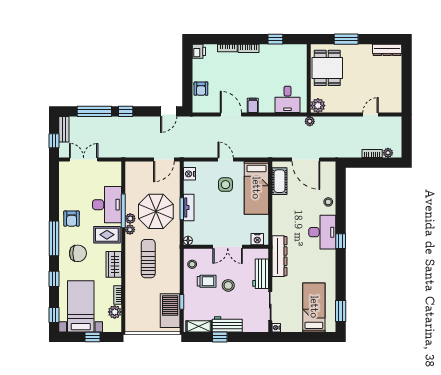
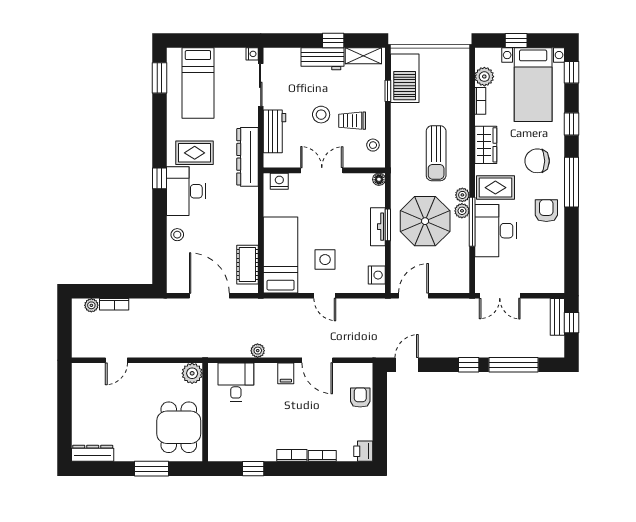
plant: (310, 121) -> (258, 351), moved
bench: (64, 129) -> (557, 317), moved
double door: (84, 159) -> (500, 296), moved
rug: (316, 259) -> (195, 153), added

